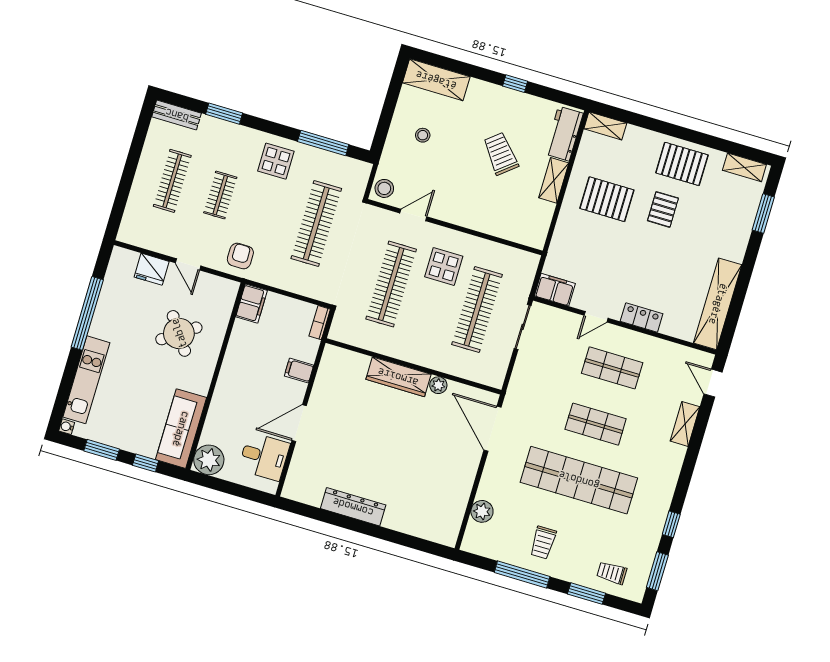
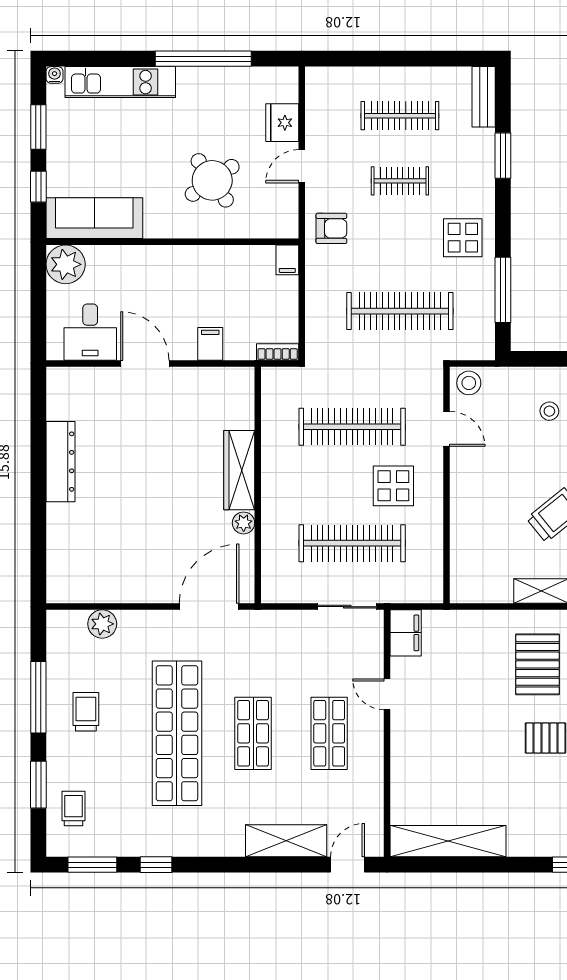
filing cabinet: (252, 304) -> (287, 260), width x0.50
locker: (642, 318) -> (403, 751), removed
shelving: (685, 424) -> (286, 841), width x1.50, depth x1.33
trolley: (543, 543) -> (86, 712), turned 90

